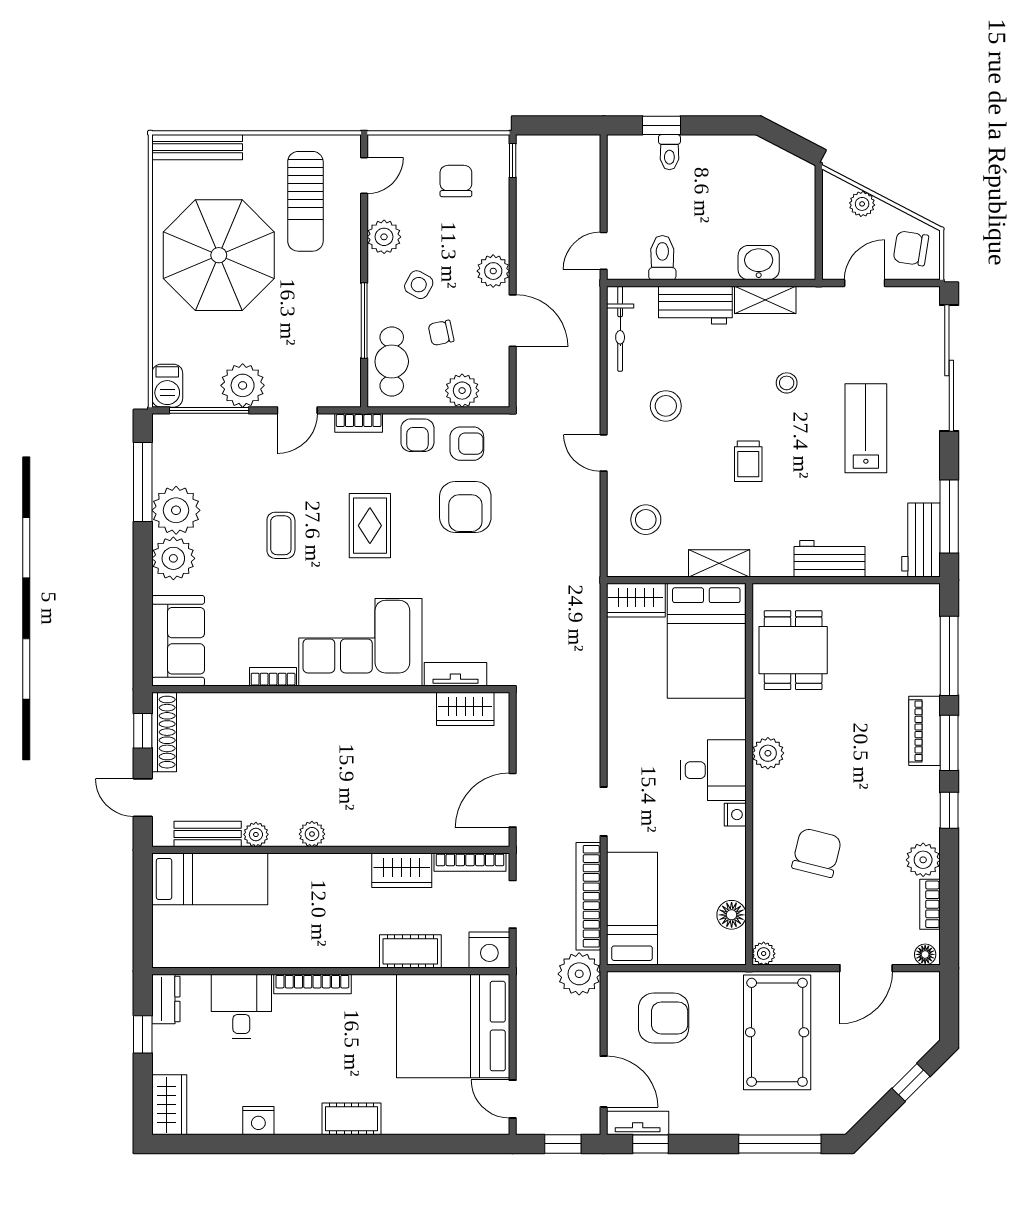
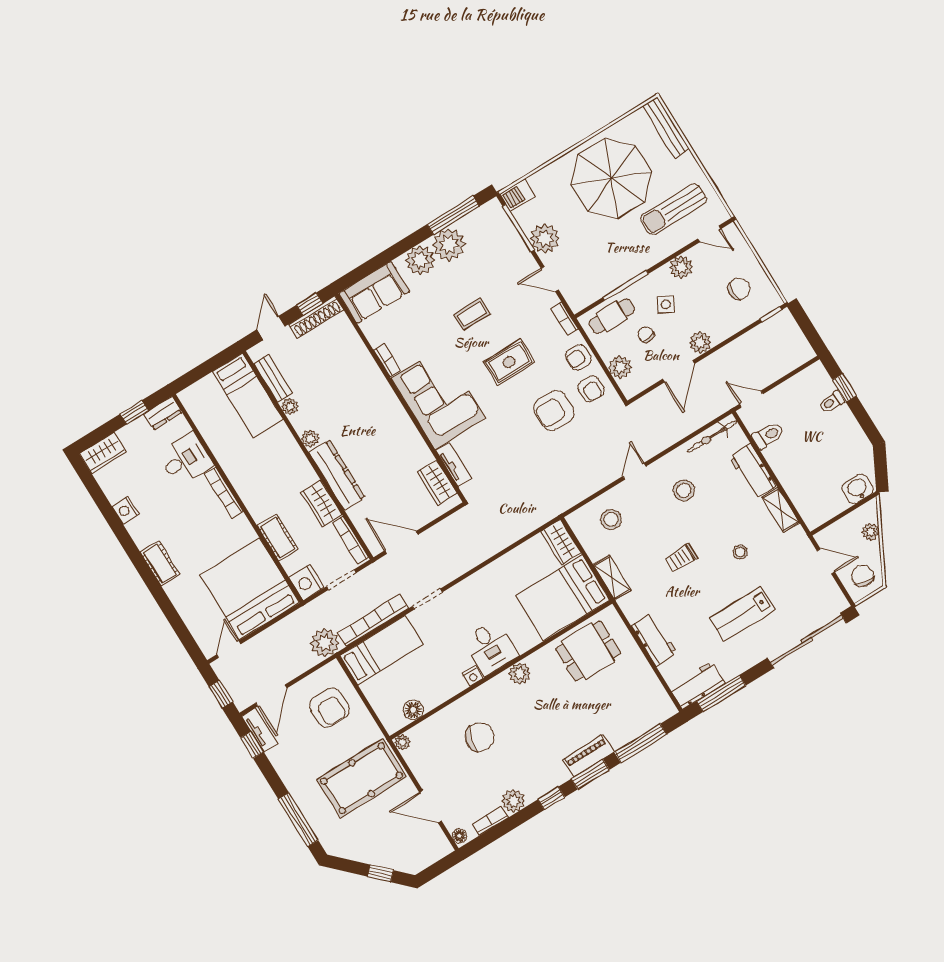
washbasin: (759, 263) -> (858, 489), moved, turned -90
lab bench: (866, 428) -> (742, 614), turned 180
dresser: (378, 829) -> (337, 475), added

